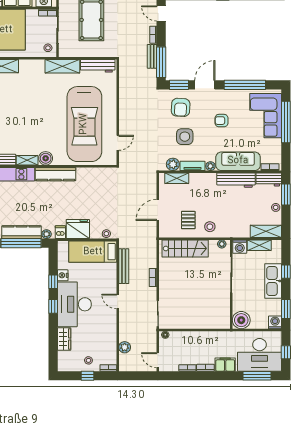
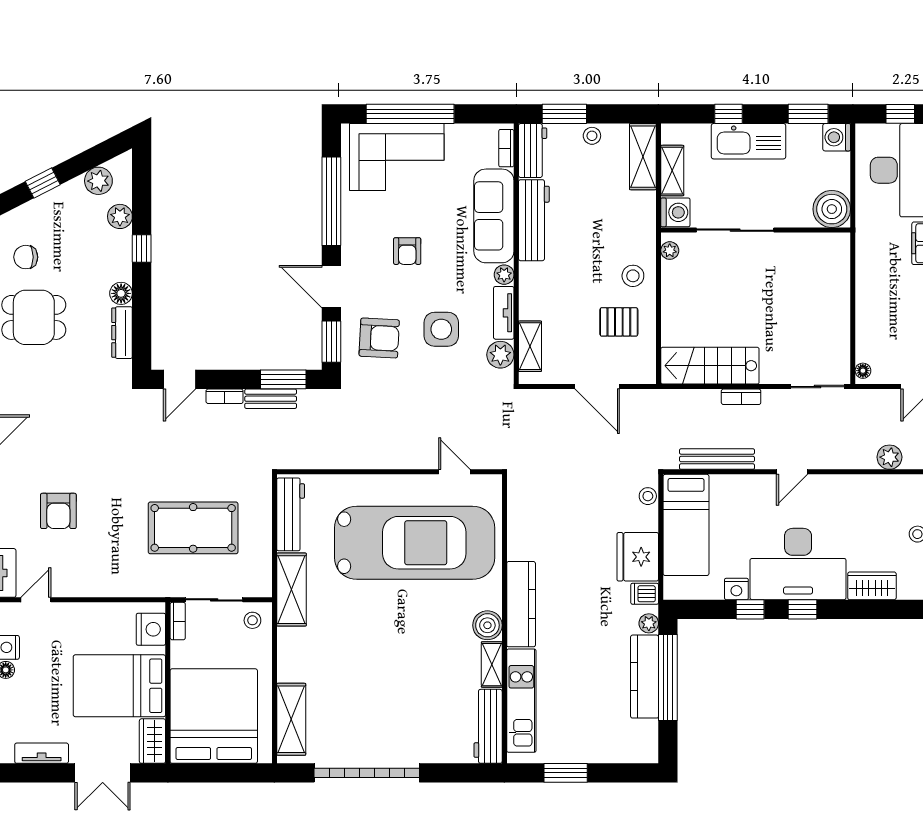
window: (161, 62) -> (283, 379), width x0.69
stairs: (185, 248) -> (710, 366), moved, turned -90

